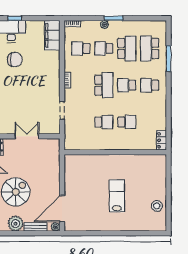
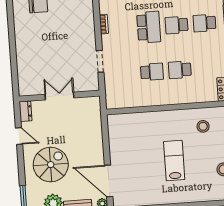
school desk: (127, 122) -> (180, 70), turned 180
stool: (142, 170) -> (203, 126), added
door: (62, 209) -> (109, 181), hinge flipped

